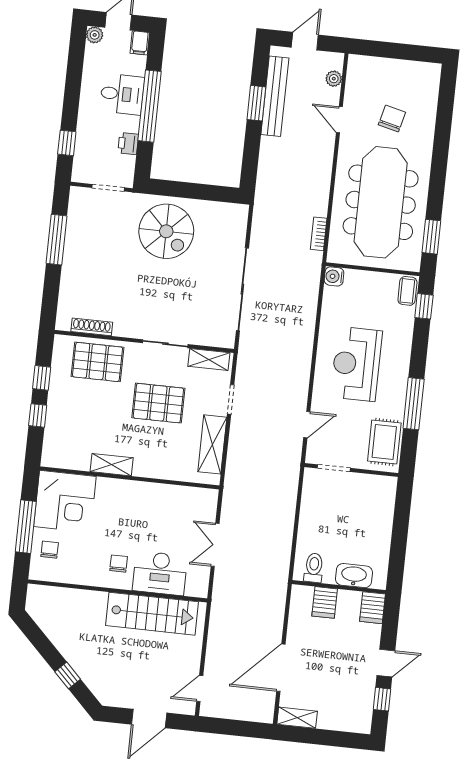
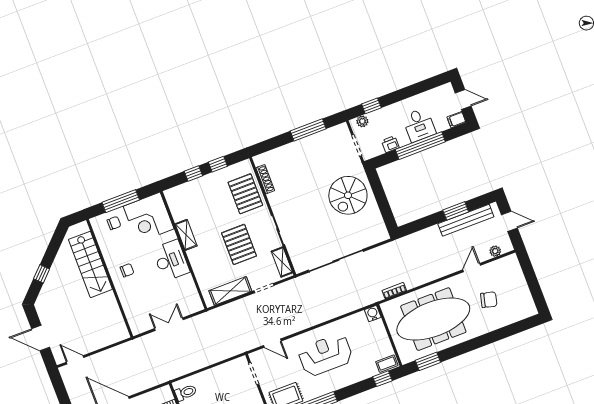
plant: (95, 35) -> (362, 121), moved
desk: (160, 573) -> (171, 260), moved, turned 180
stairs: (152, 614) -> (90, 264), moved

